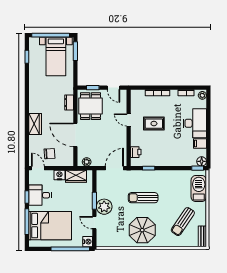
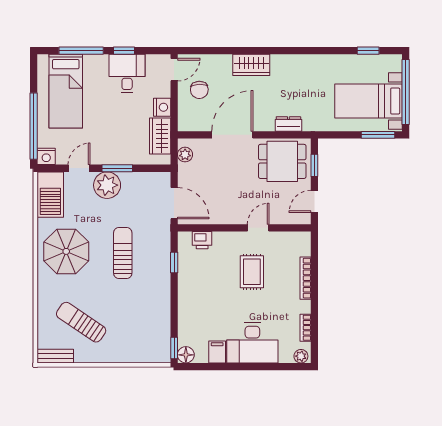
barbecue: (199, 189) -> (50, 195), moved, turned 90
bed: (50, 226) -> (66, 91), width x0.67

